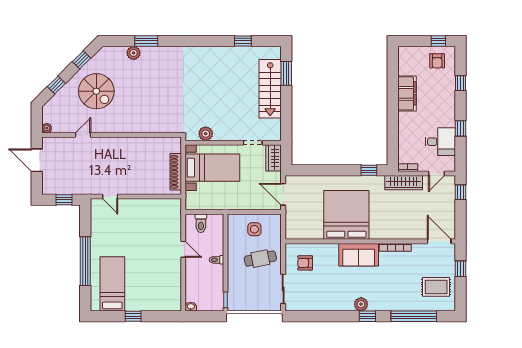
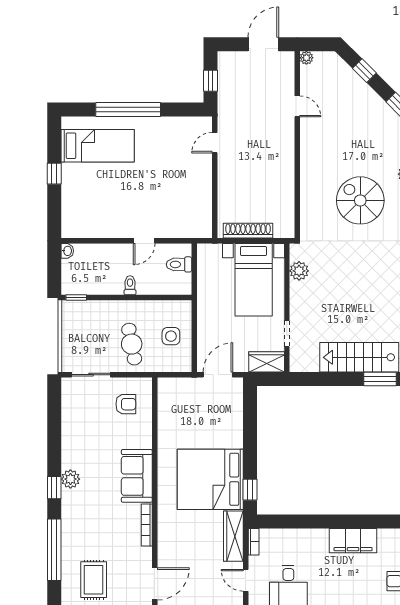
spiral stairs: (96, 91) -> (360, 200), moved, turned 90
bed: (346, 215) -> (210, 479), moved, turned 180
armchair: (305, 263) -> (126, 404), turned 90

